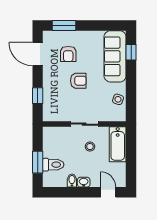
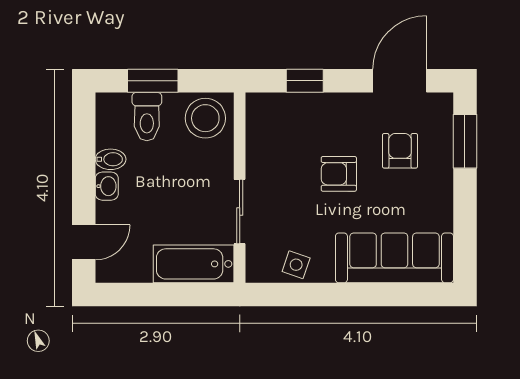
window: (131, 52) -> (404, 294), removed
armchair: (68, 54) -> (400, 151), turned 90
armchair: (78, 81) -> (339, 174), turned 90
sliding door: (84, 124) -> (240, 212), moved
stool: (90, 147) -> (205, 118), moved, width x1.89, depth x1.89

